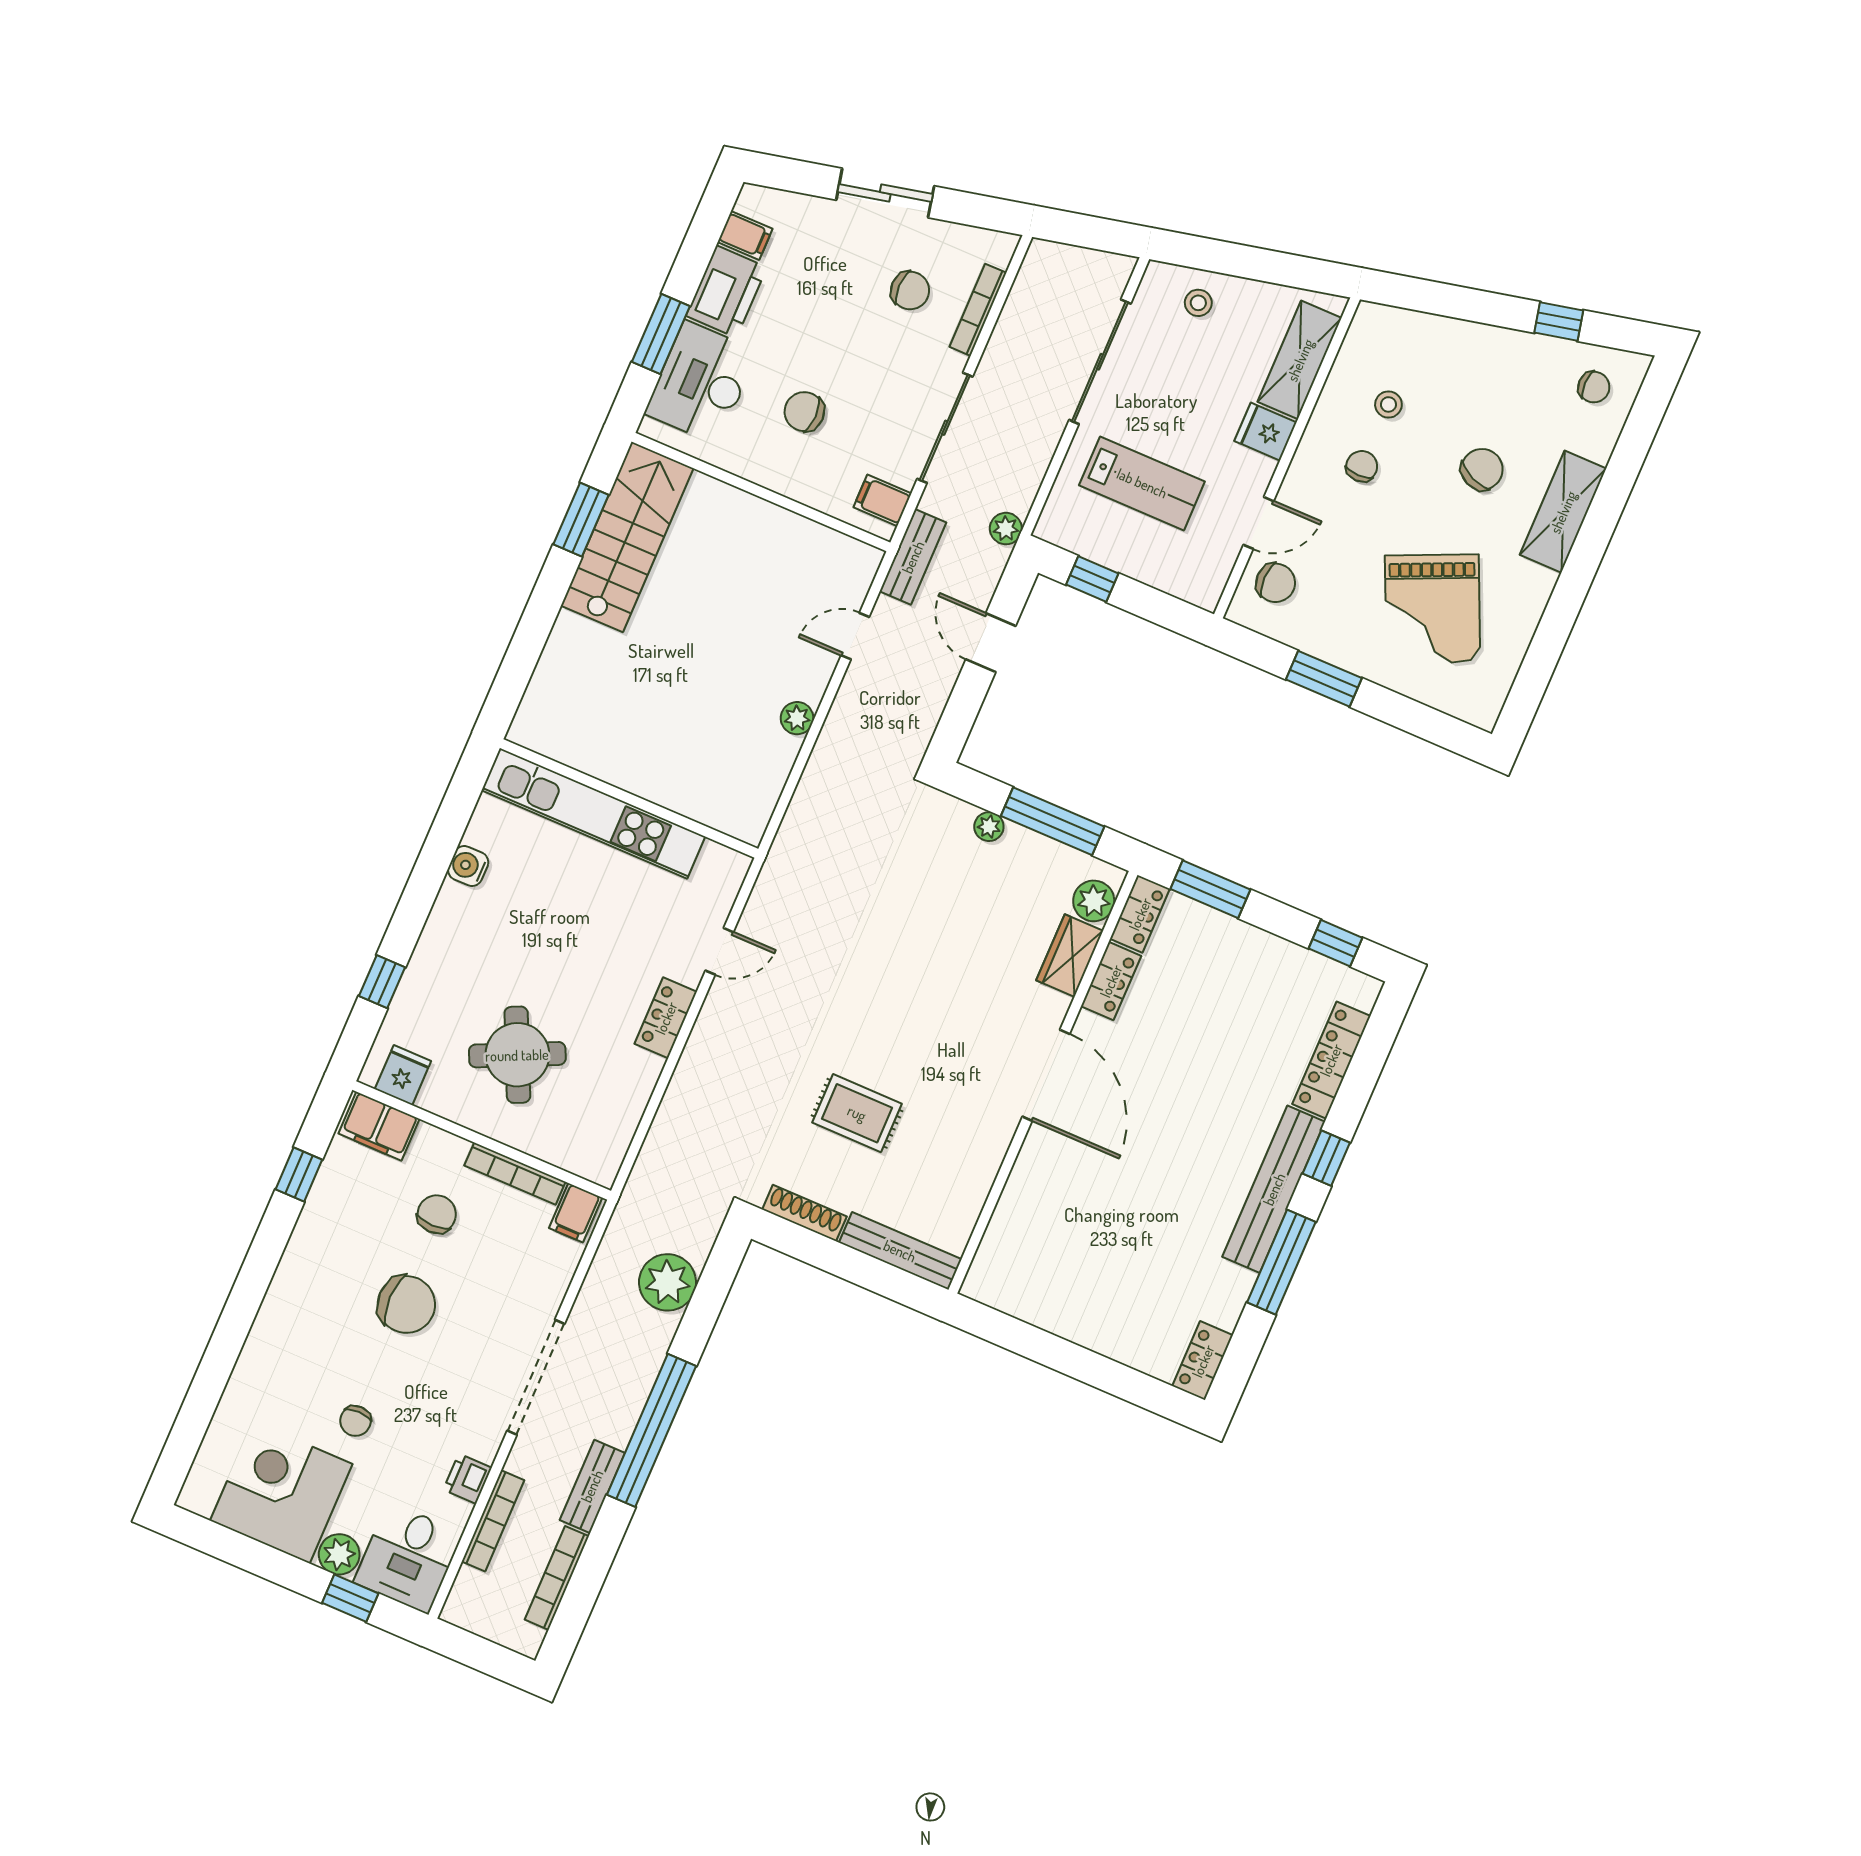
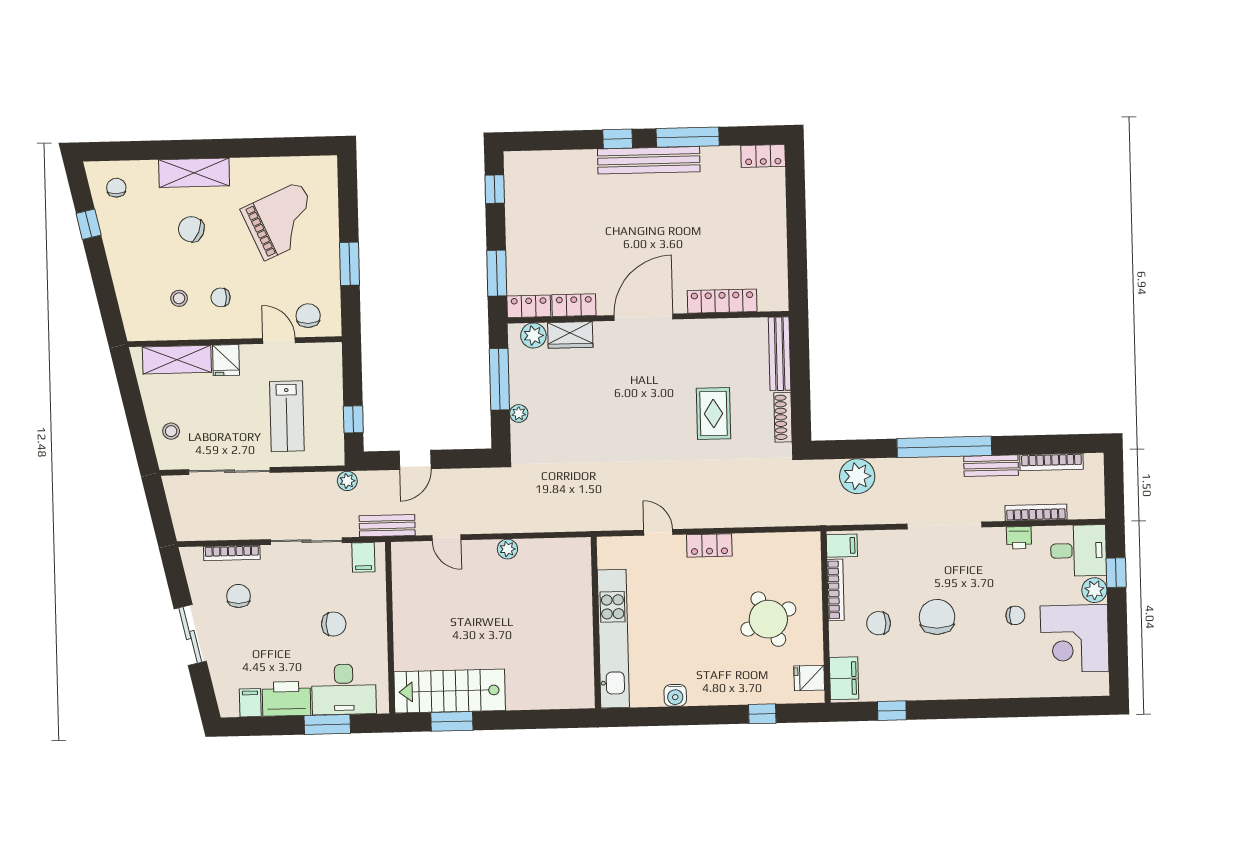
chair: (804, 412) -> (334, 624), turned -90
lab bench: (1142, 483) -> (287, 416), turned 180
locker: (1331, 1060) -> (722, 301), moved, turned 180

